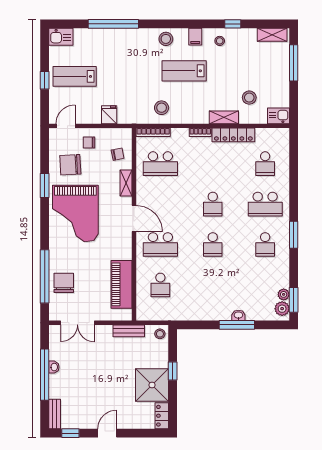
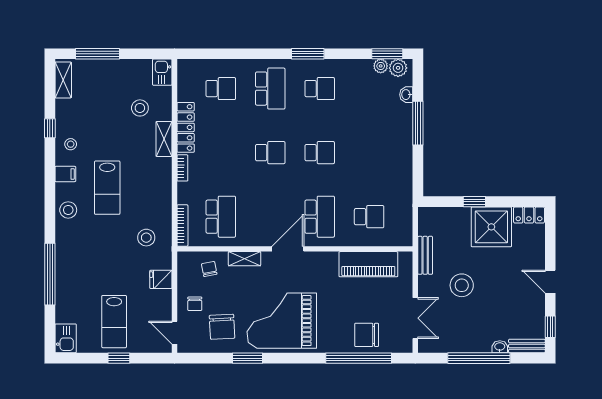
stool: (162, 108) -> (146, 238), moved
grand piano: (75, 214) -> (282, 321), turned 180
washbasin: (238, 315) -> (406, 95), moved
stool: (160, 334) -> (462, 285), moved, width x1.89, depth x1.89
washbasin: (54, 367) -> (500, 347), moved

